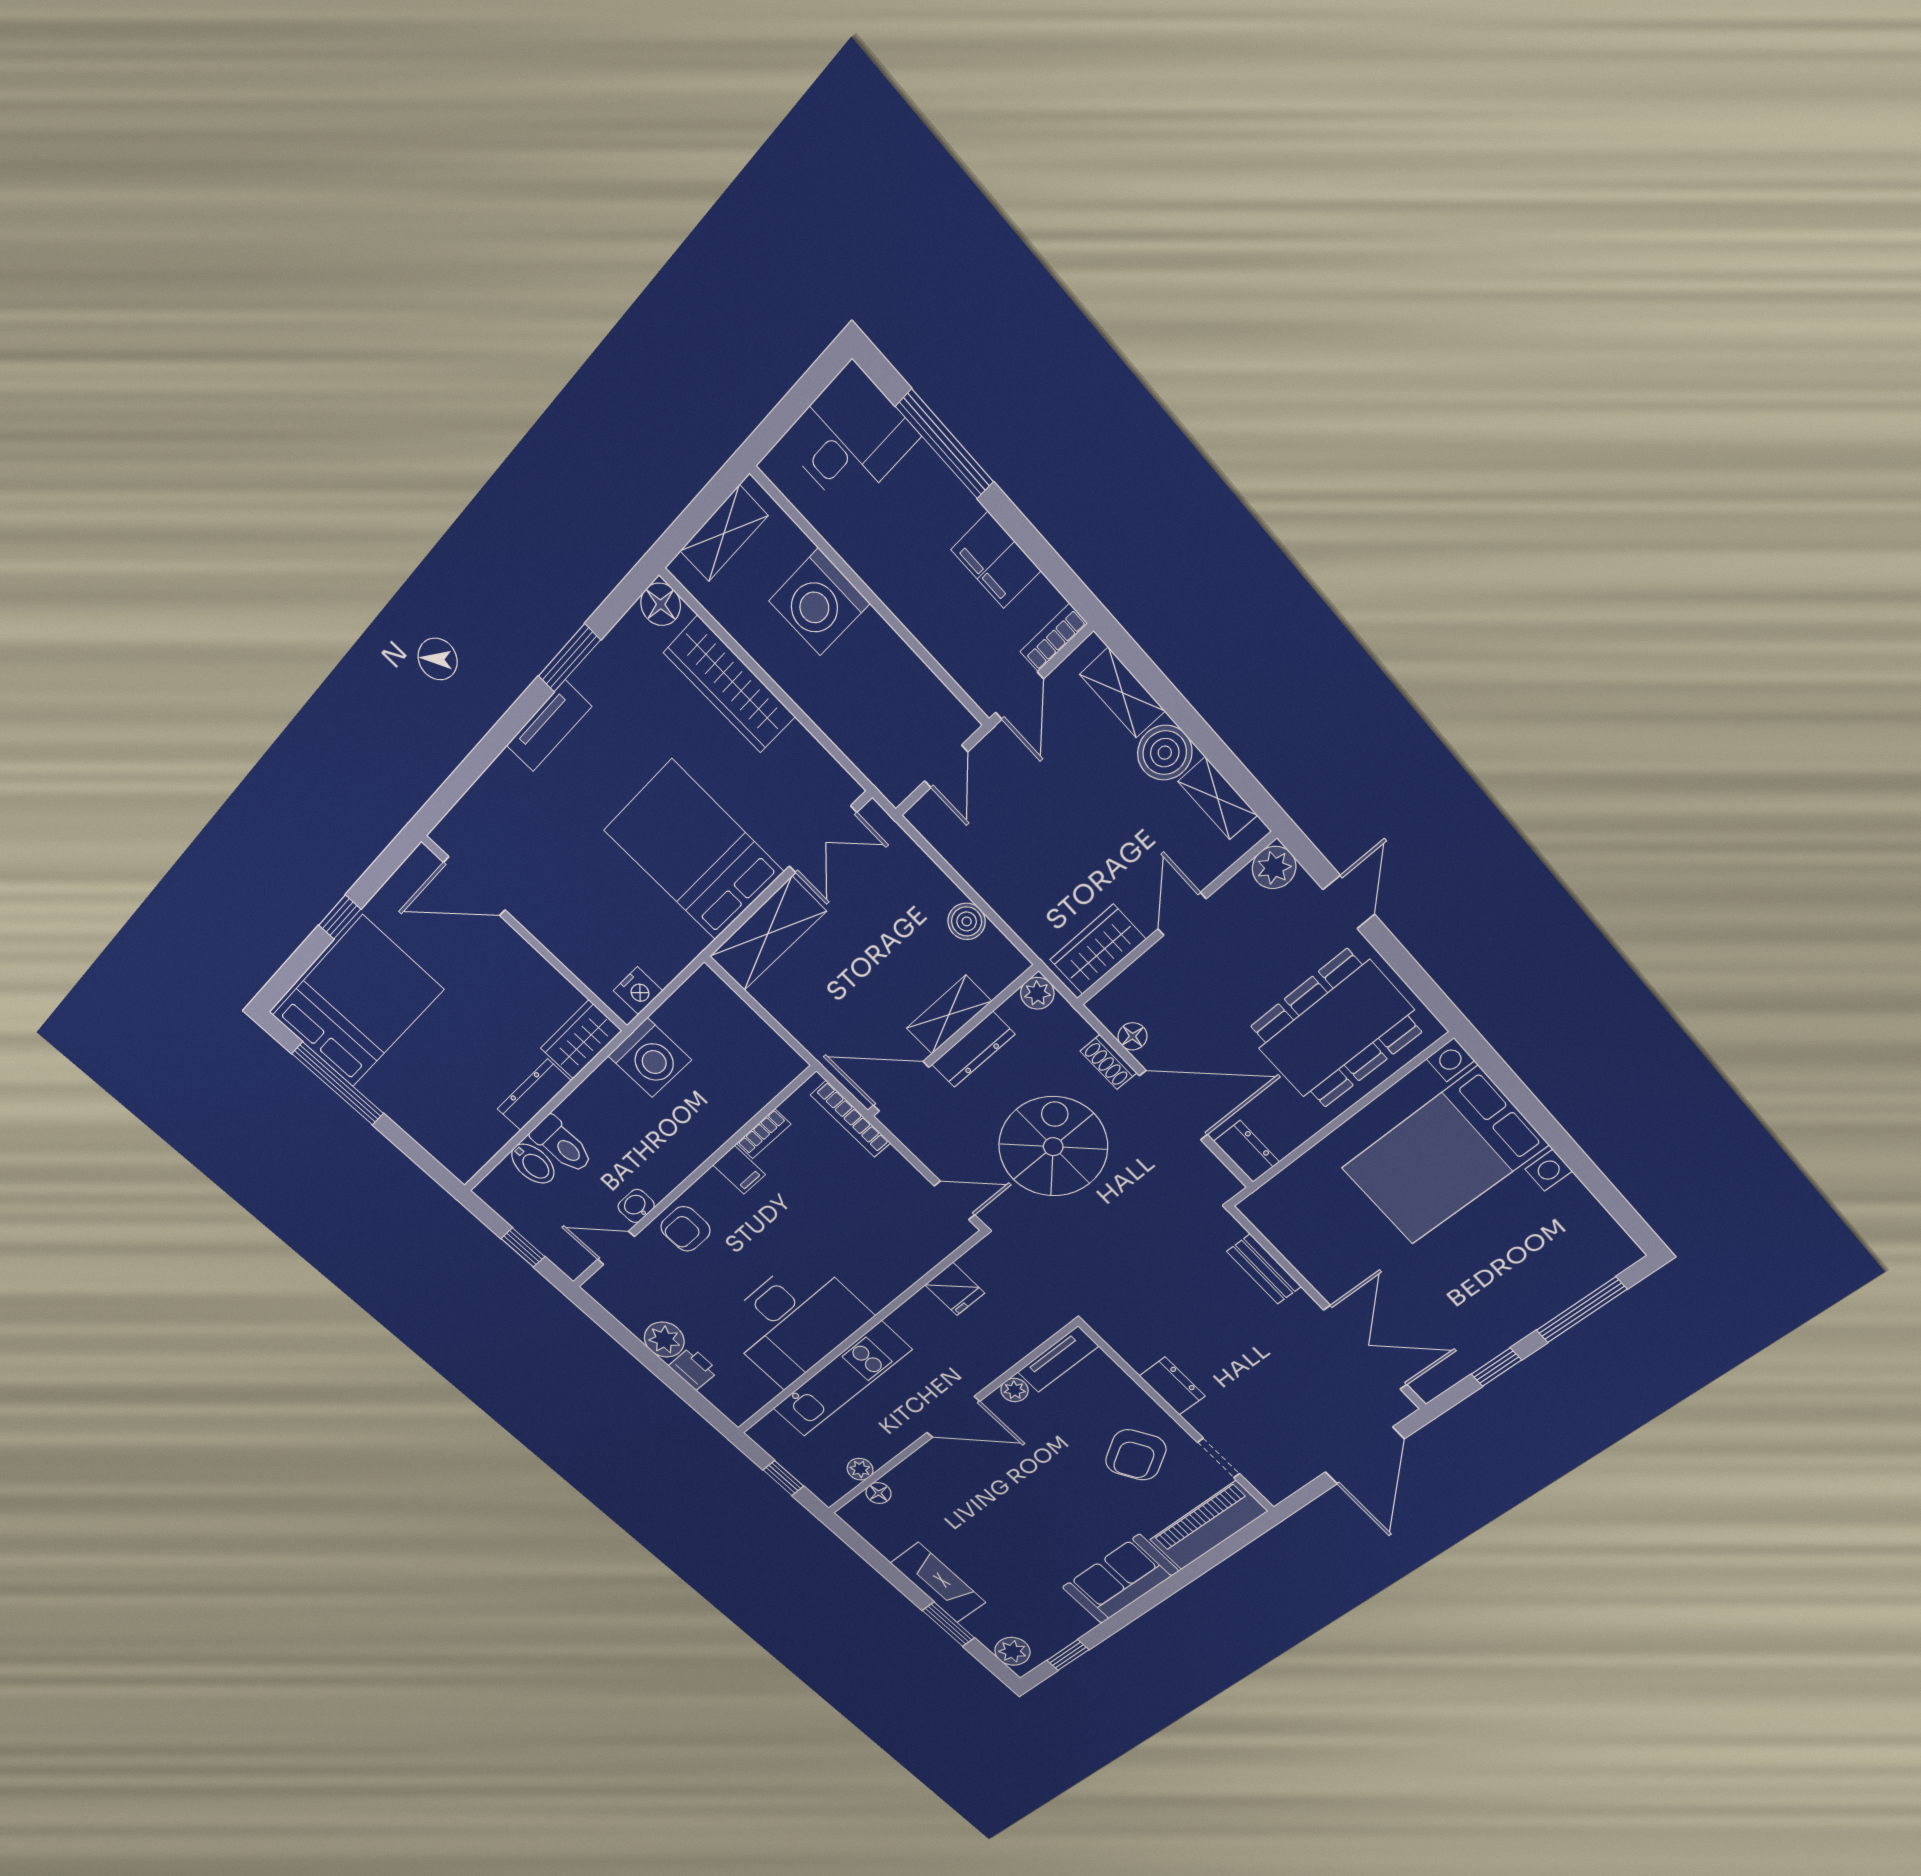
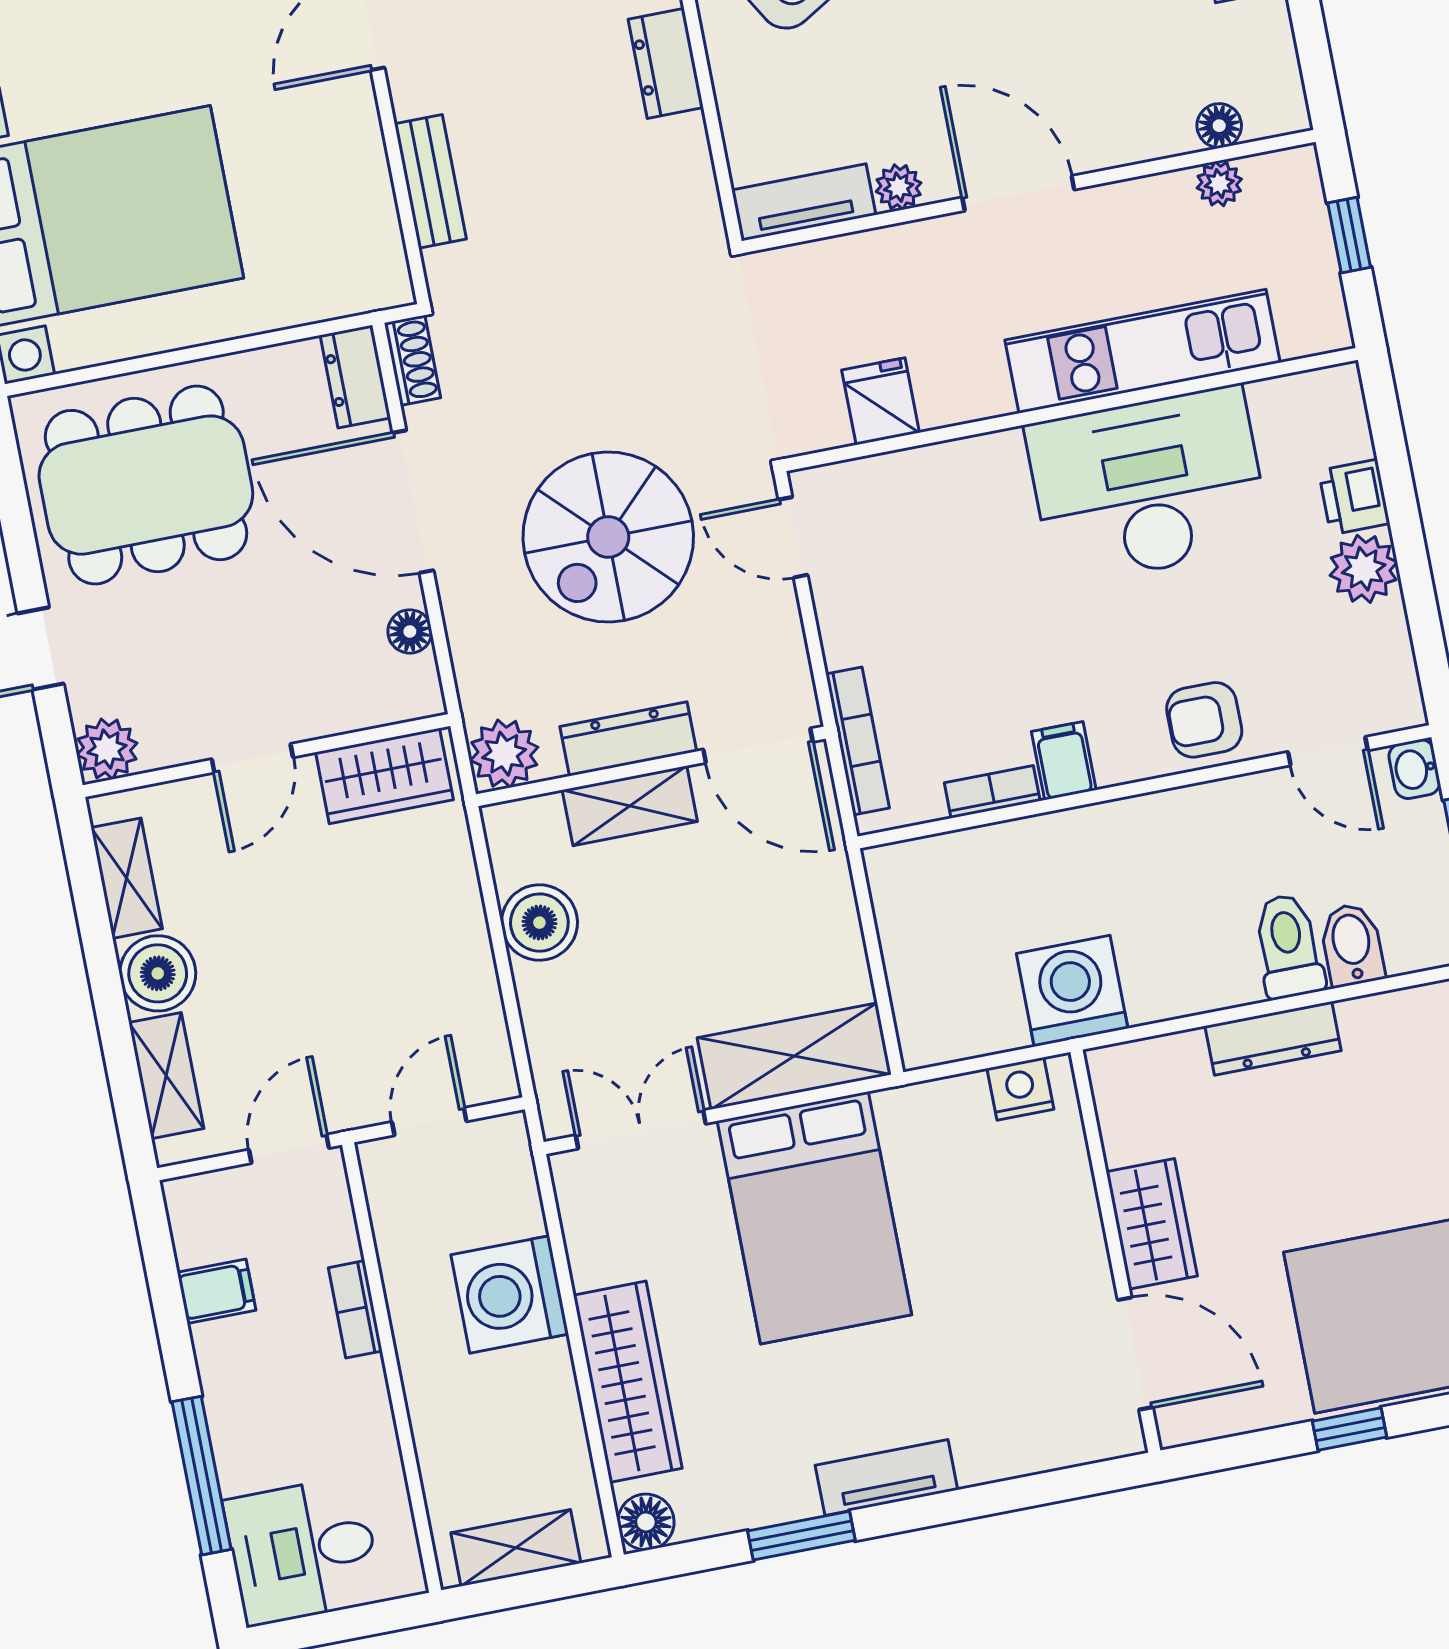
filing cabinet: (996, 560) -> (217, 1291), width x0.50
washing machine: (819, 602) -> (510, 1294), moved, turned 180
bookcase: (1054, 638) -> (355, 1309), moved, turned 90
boiler: (967, 921) -> (539, 923), width x1.36, depth x1.36
plant: (1037, 993) -> (504, 754), width x1.38, depth x1.38
wardrobe: (581, 1040) -> (1152, 1224), moved, turned -90
shoe rack: (1109, 1062) -> (412, 360), moved
washbasin: (636, 1206) -> (1414, 769), moved, turned 90
armchair: (685, 1229) -> (1204, 720), turned 180

